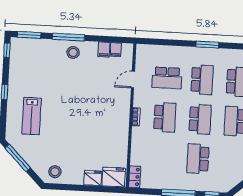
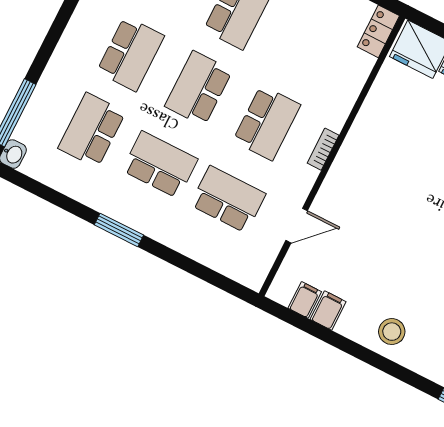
window: (68, 37) -> (388, 366), removed
school desk: (202, 80) -> (160, 165), turned 90
school desk: (165, 117) -> (267, 123), turned 180

